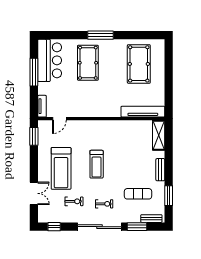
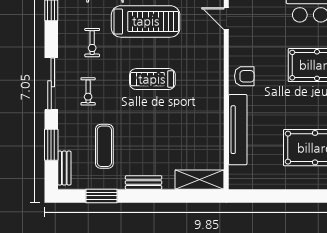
armchair: (95, 108) -> (244, 76), added
tv unit: (143, 112) -> (238, 130), moved
treadmill: (61, 168) -> (146, 21), turned 180
sliding door: (99, 227) -> (51, 84), width x0.73

